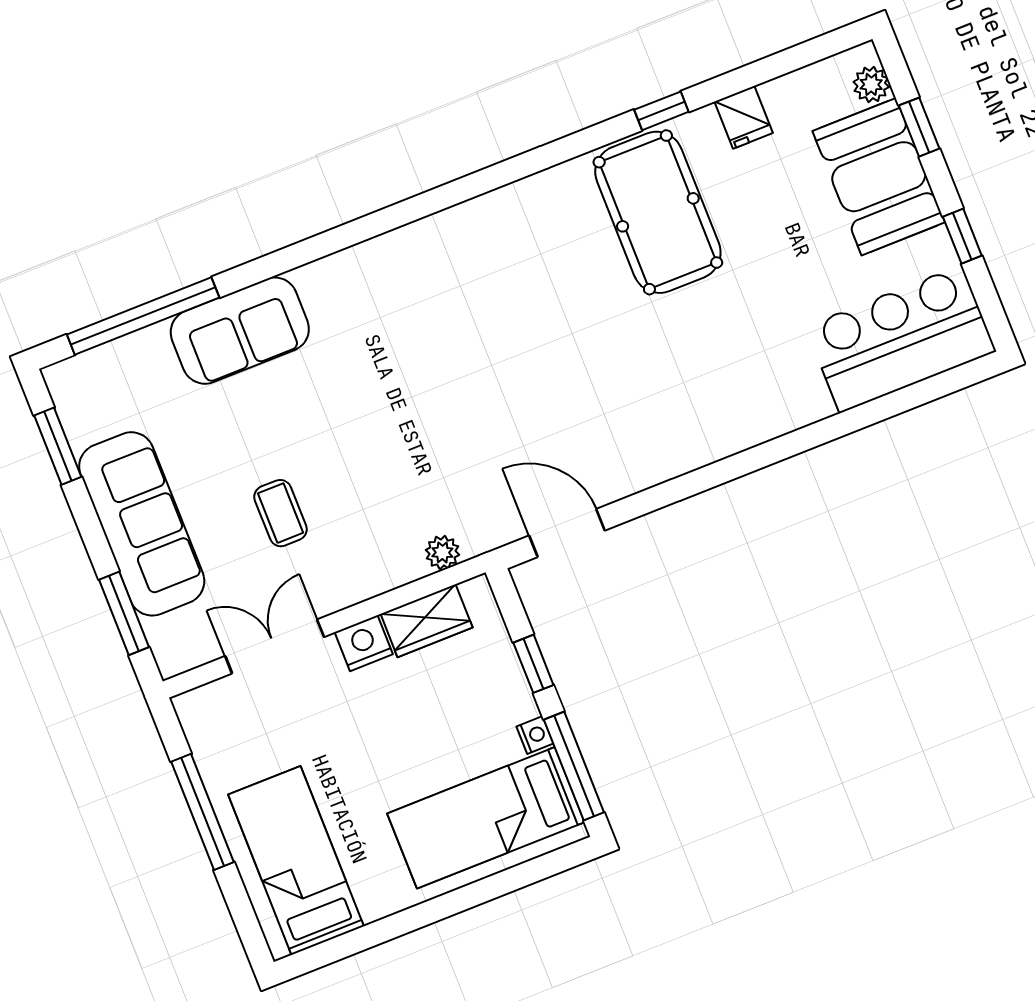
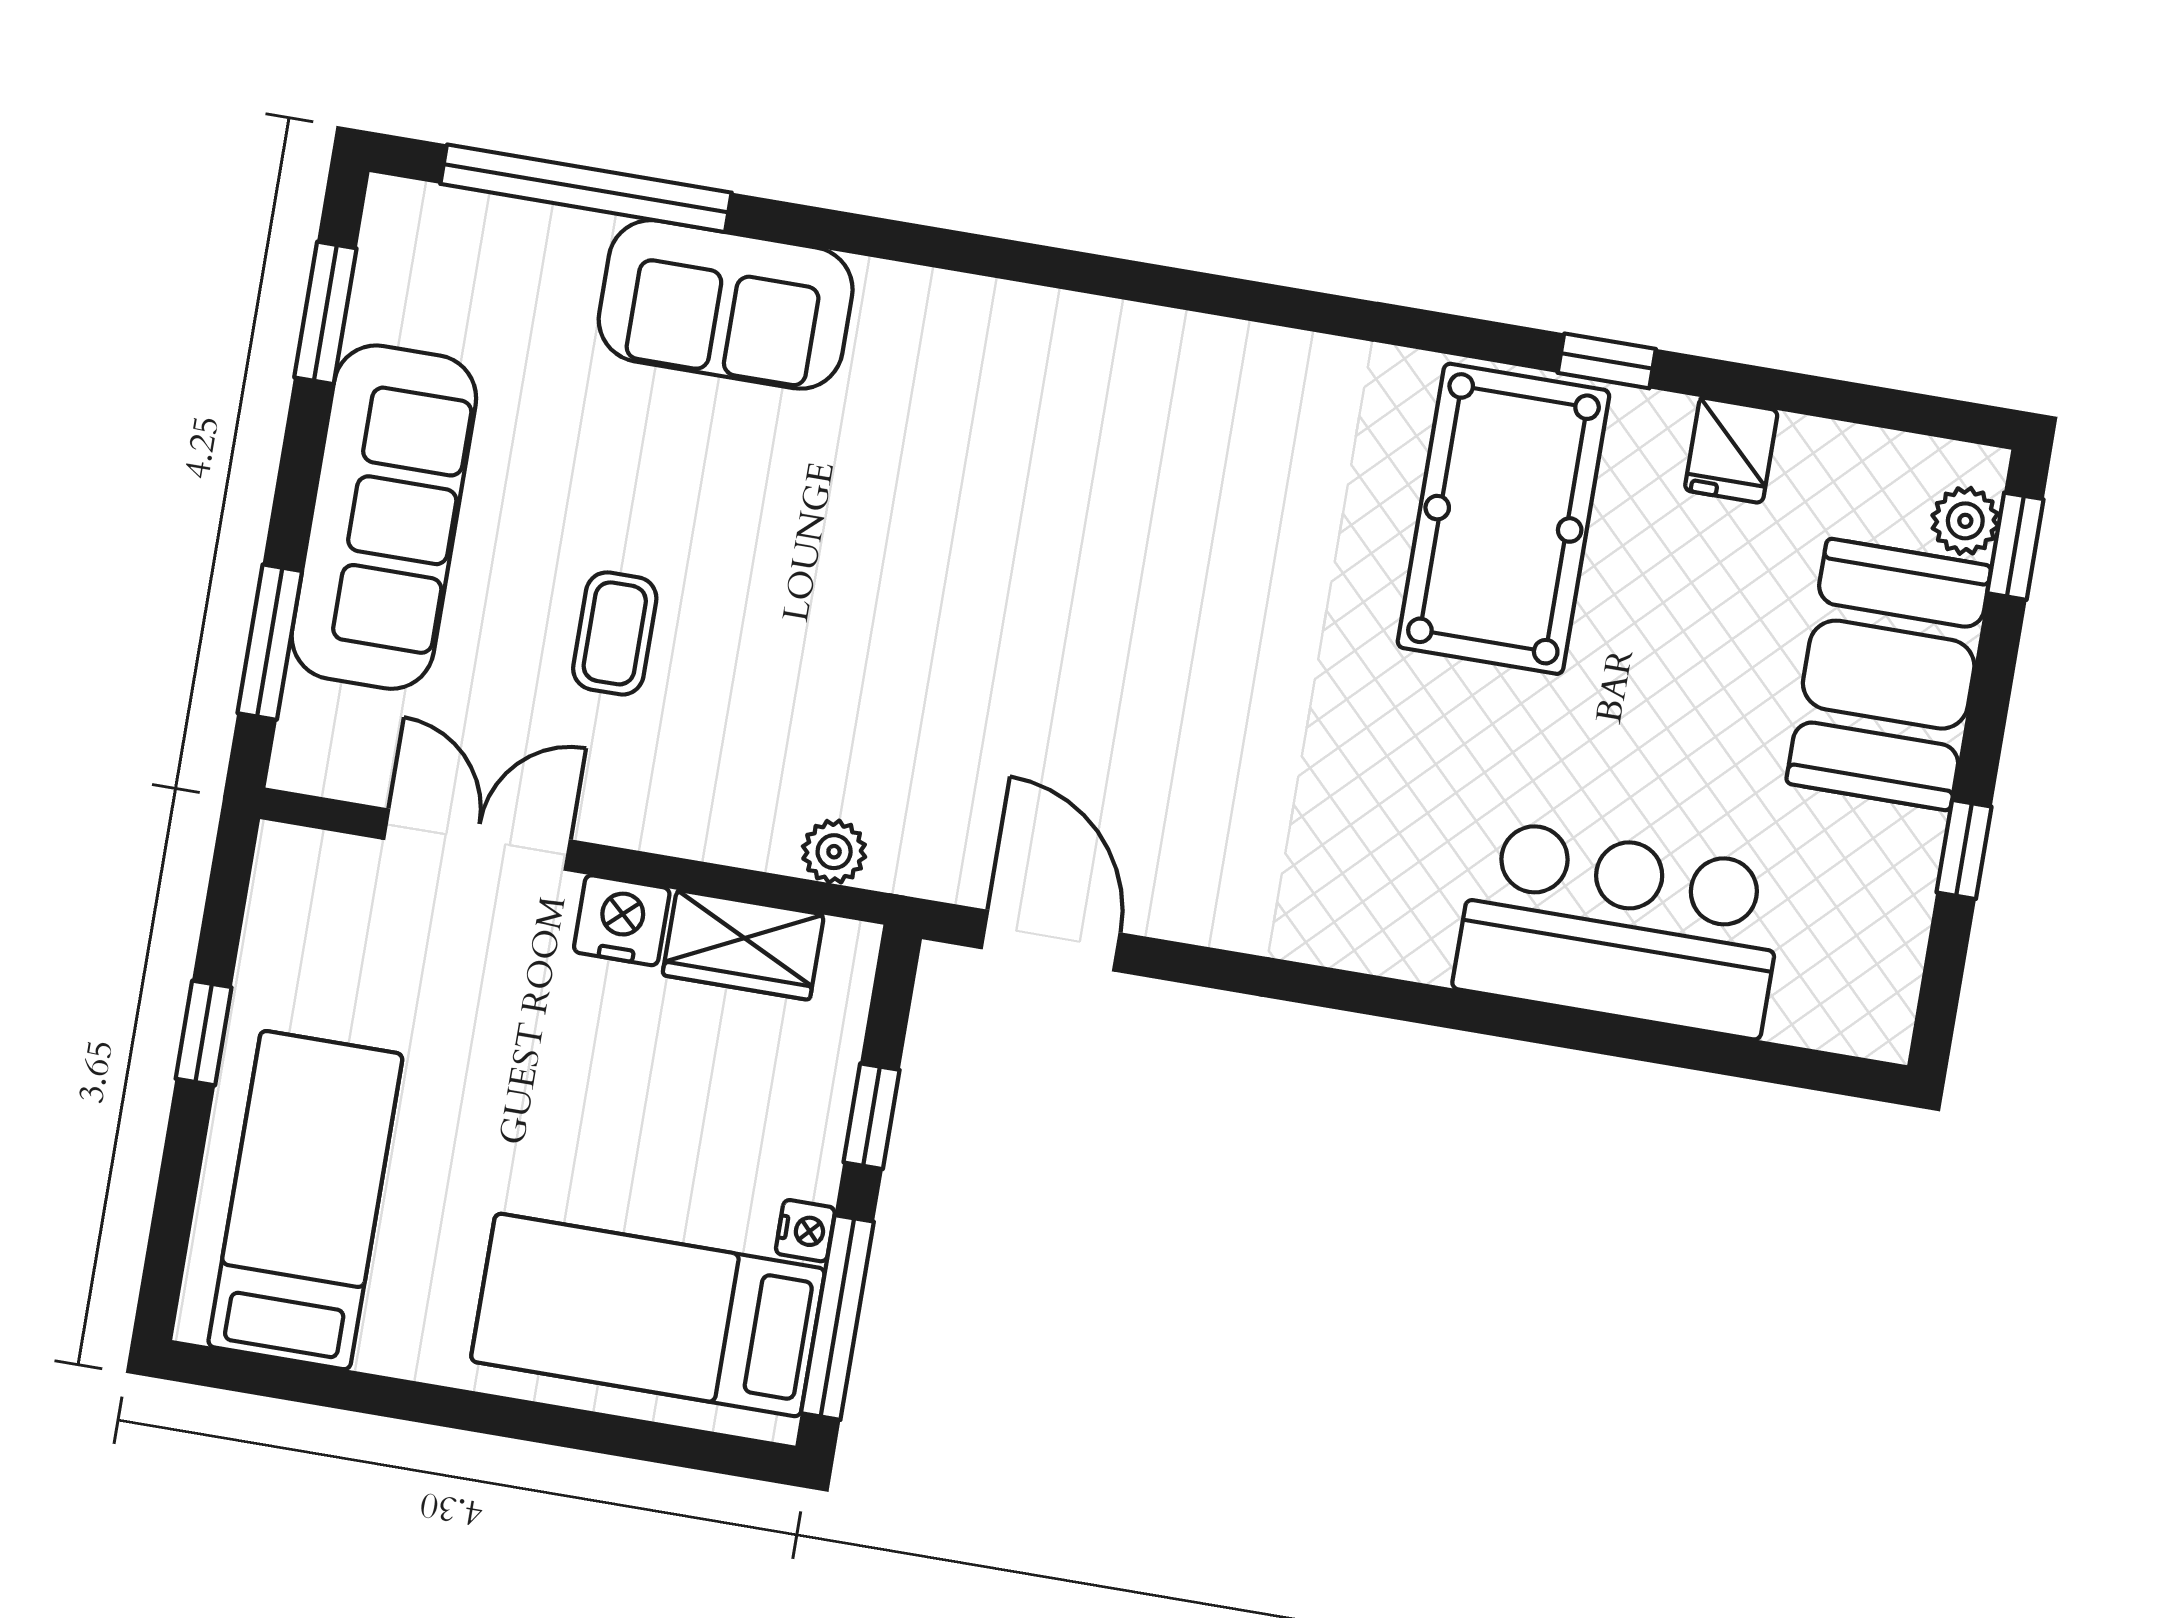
window: (919, 127) -> (2015, 546), moved
bar counter: (901, 339) -> (1620, 929), moved
window: (203, 812) -> (204, 1033), width x0.46

